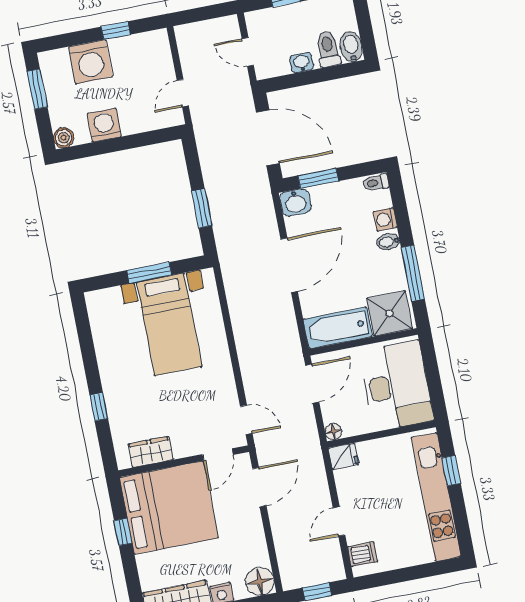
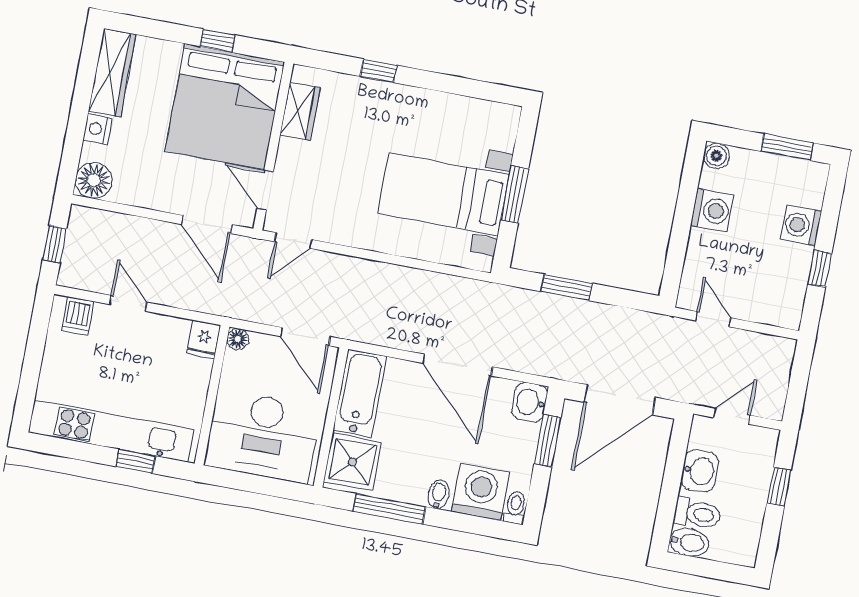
washing machine: (91, 62) -> (801, 225), width x0.73, depth x0.73
washbasin: (302, 63) -> (700, 471), width x1.38, depth x1.45
washing machine: (385, 219) -> (480, 492), width x1.89, depth x1.89

